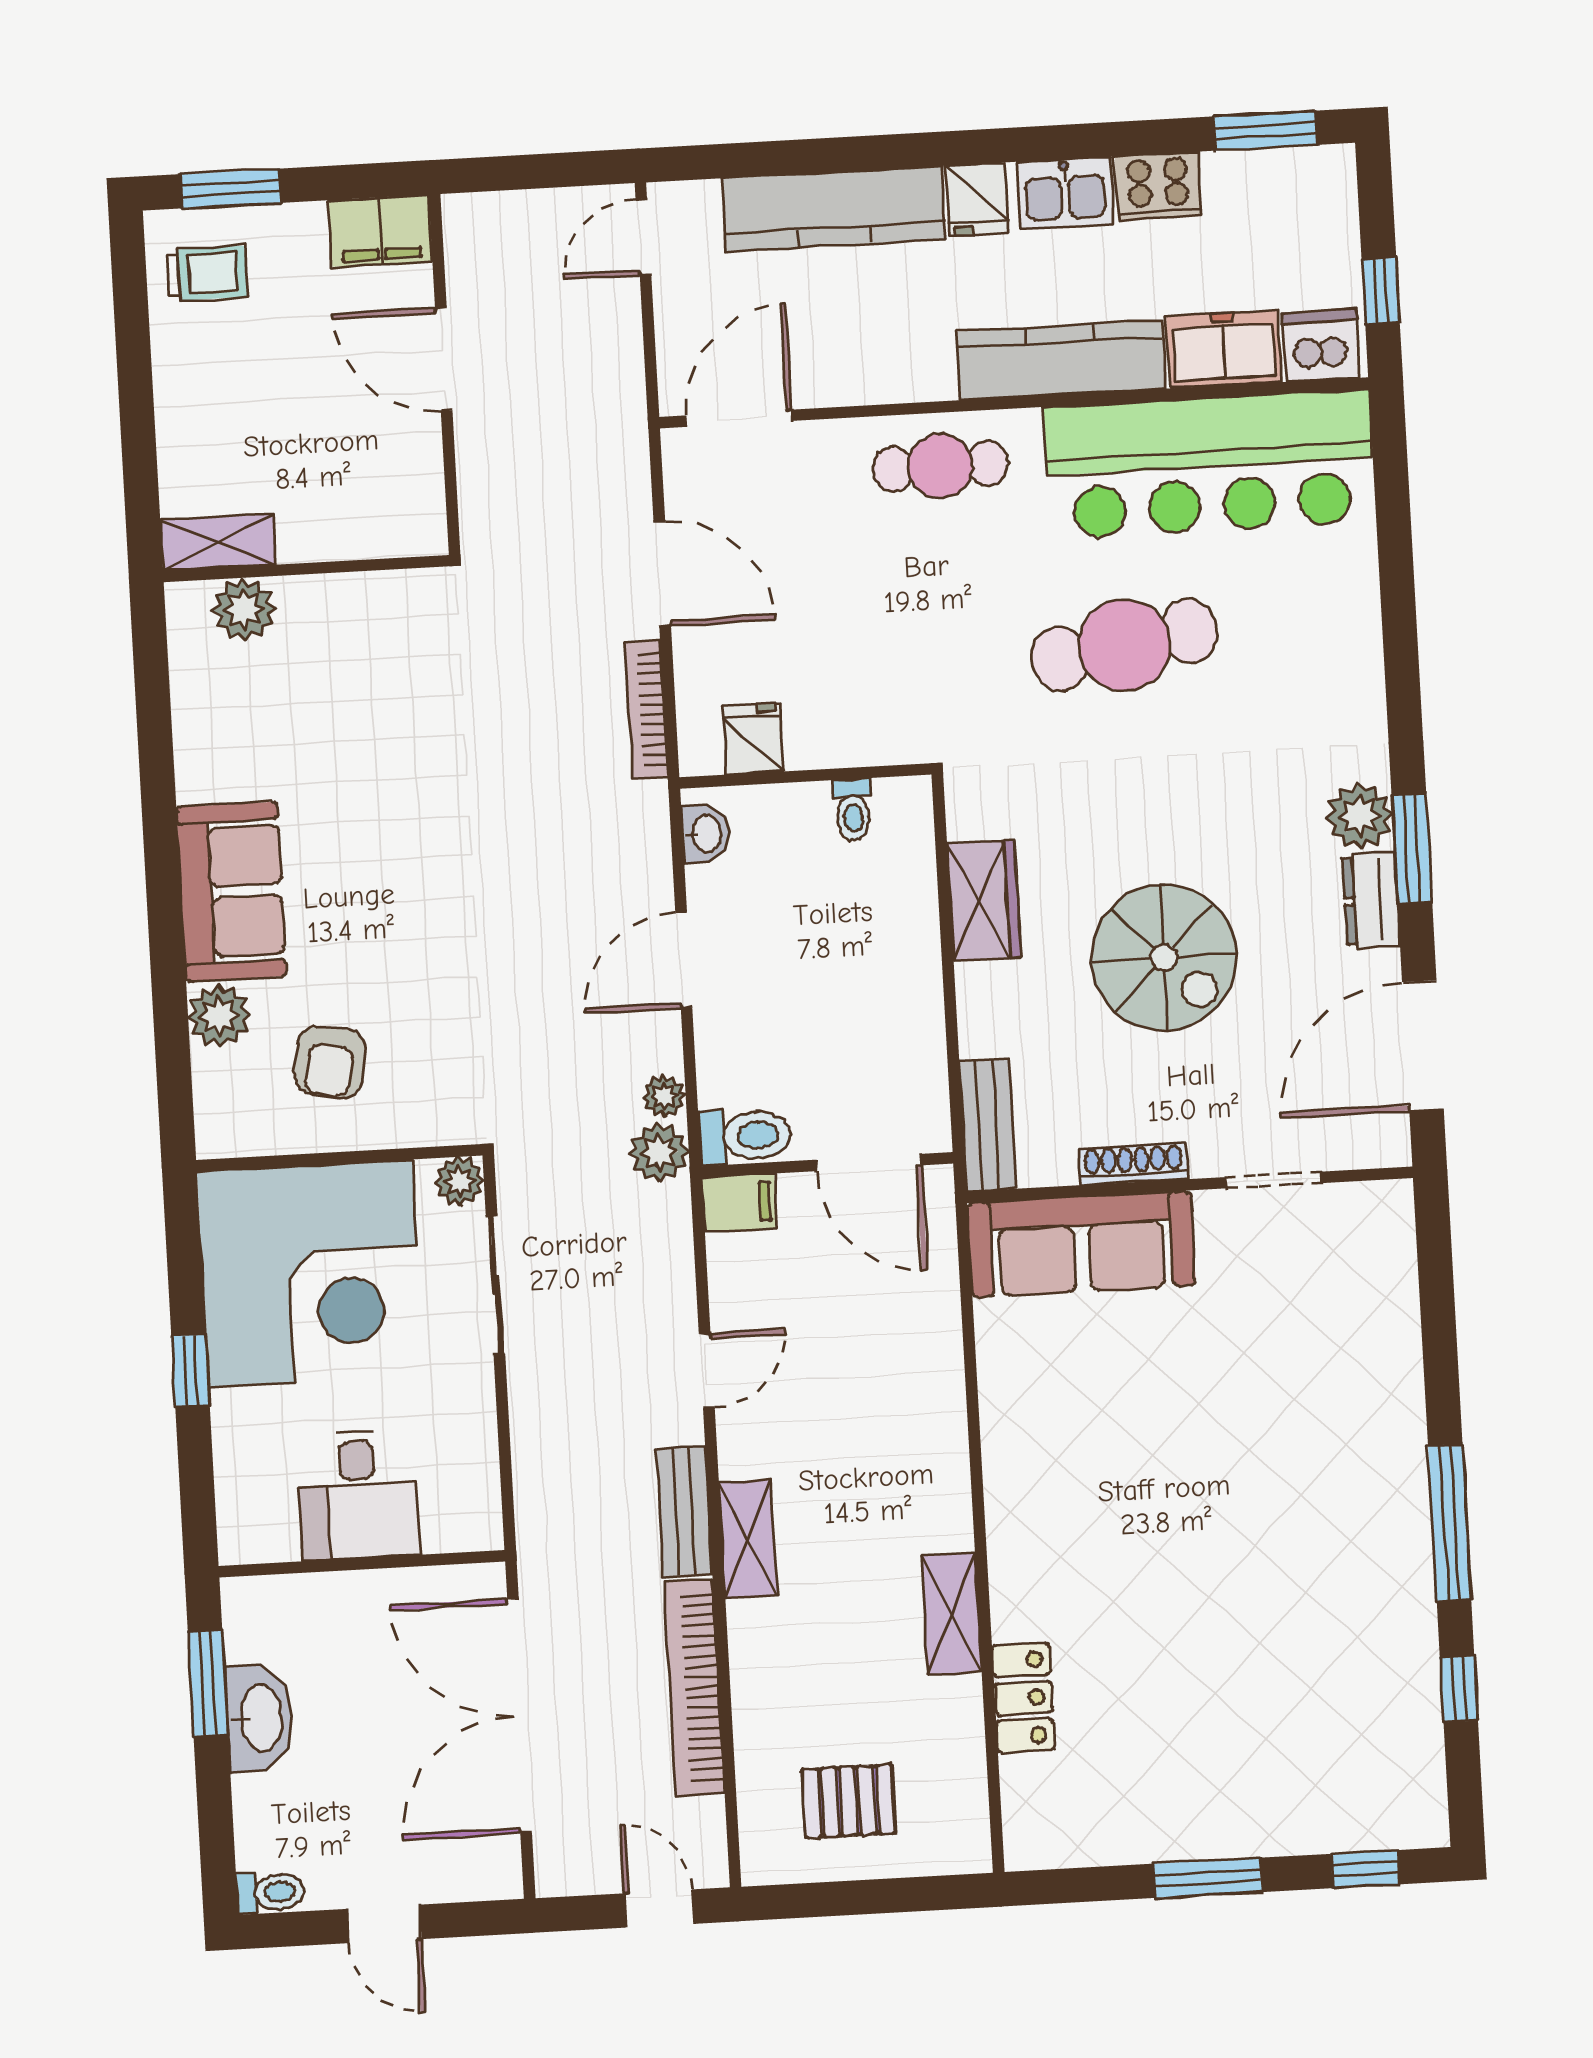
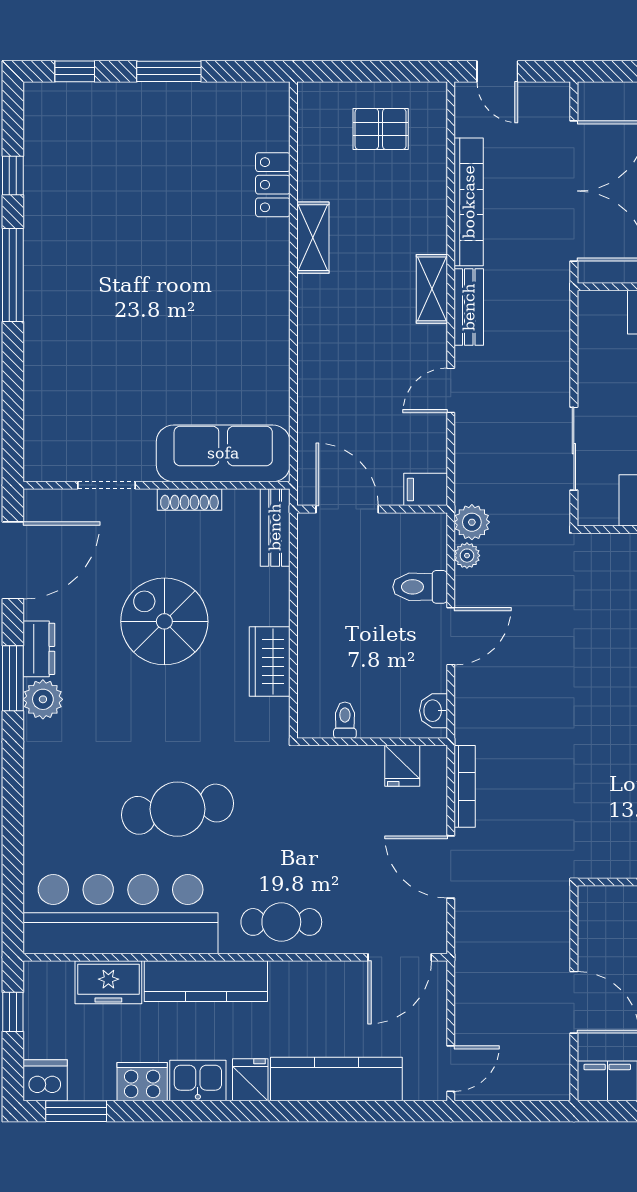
dishwasher: (1321, 345) -> (45, 1080), moved, turned 180
toilet: (745, 1136) -> (420, 587), moved
plant: (459, 1181) -> (592, 512), removed

